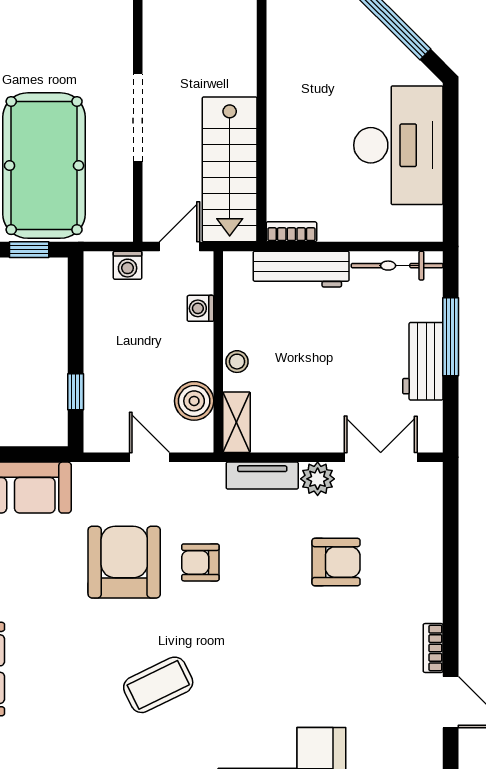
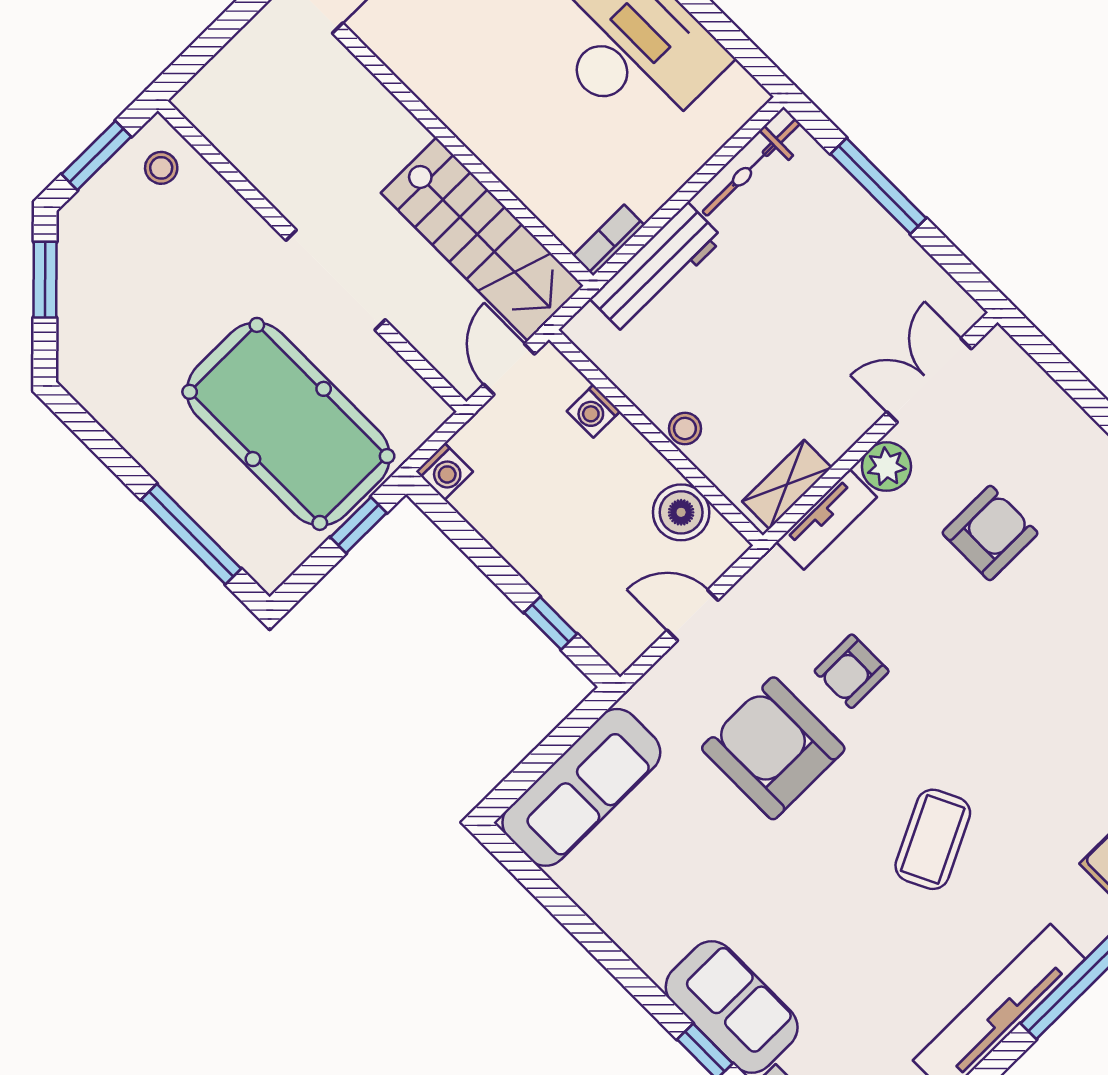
washing machine: (128, 265) -> (444, 472), moved
workbench: (423, 361) -> (875, 239), removed
shelving: (237, 422) -> (787, 484), moved, turned 90

